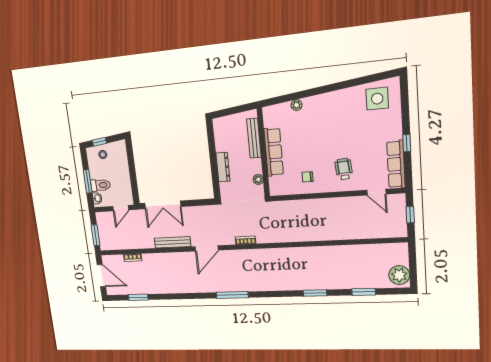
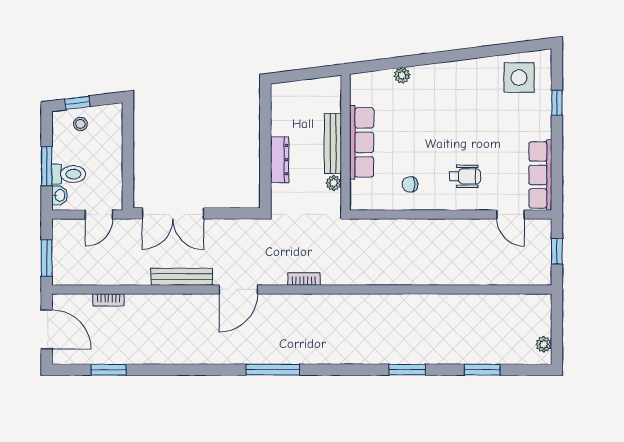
bench: (254, 138) -> (333, 143), moved
window: (407, 143) -> (557, 103), moved
wheelchair: (344, 169) -> (465, 176), turned 95
plant: (399, 275) -> (544, 344), width x0.53, depth x0.53

